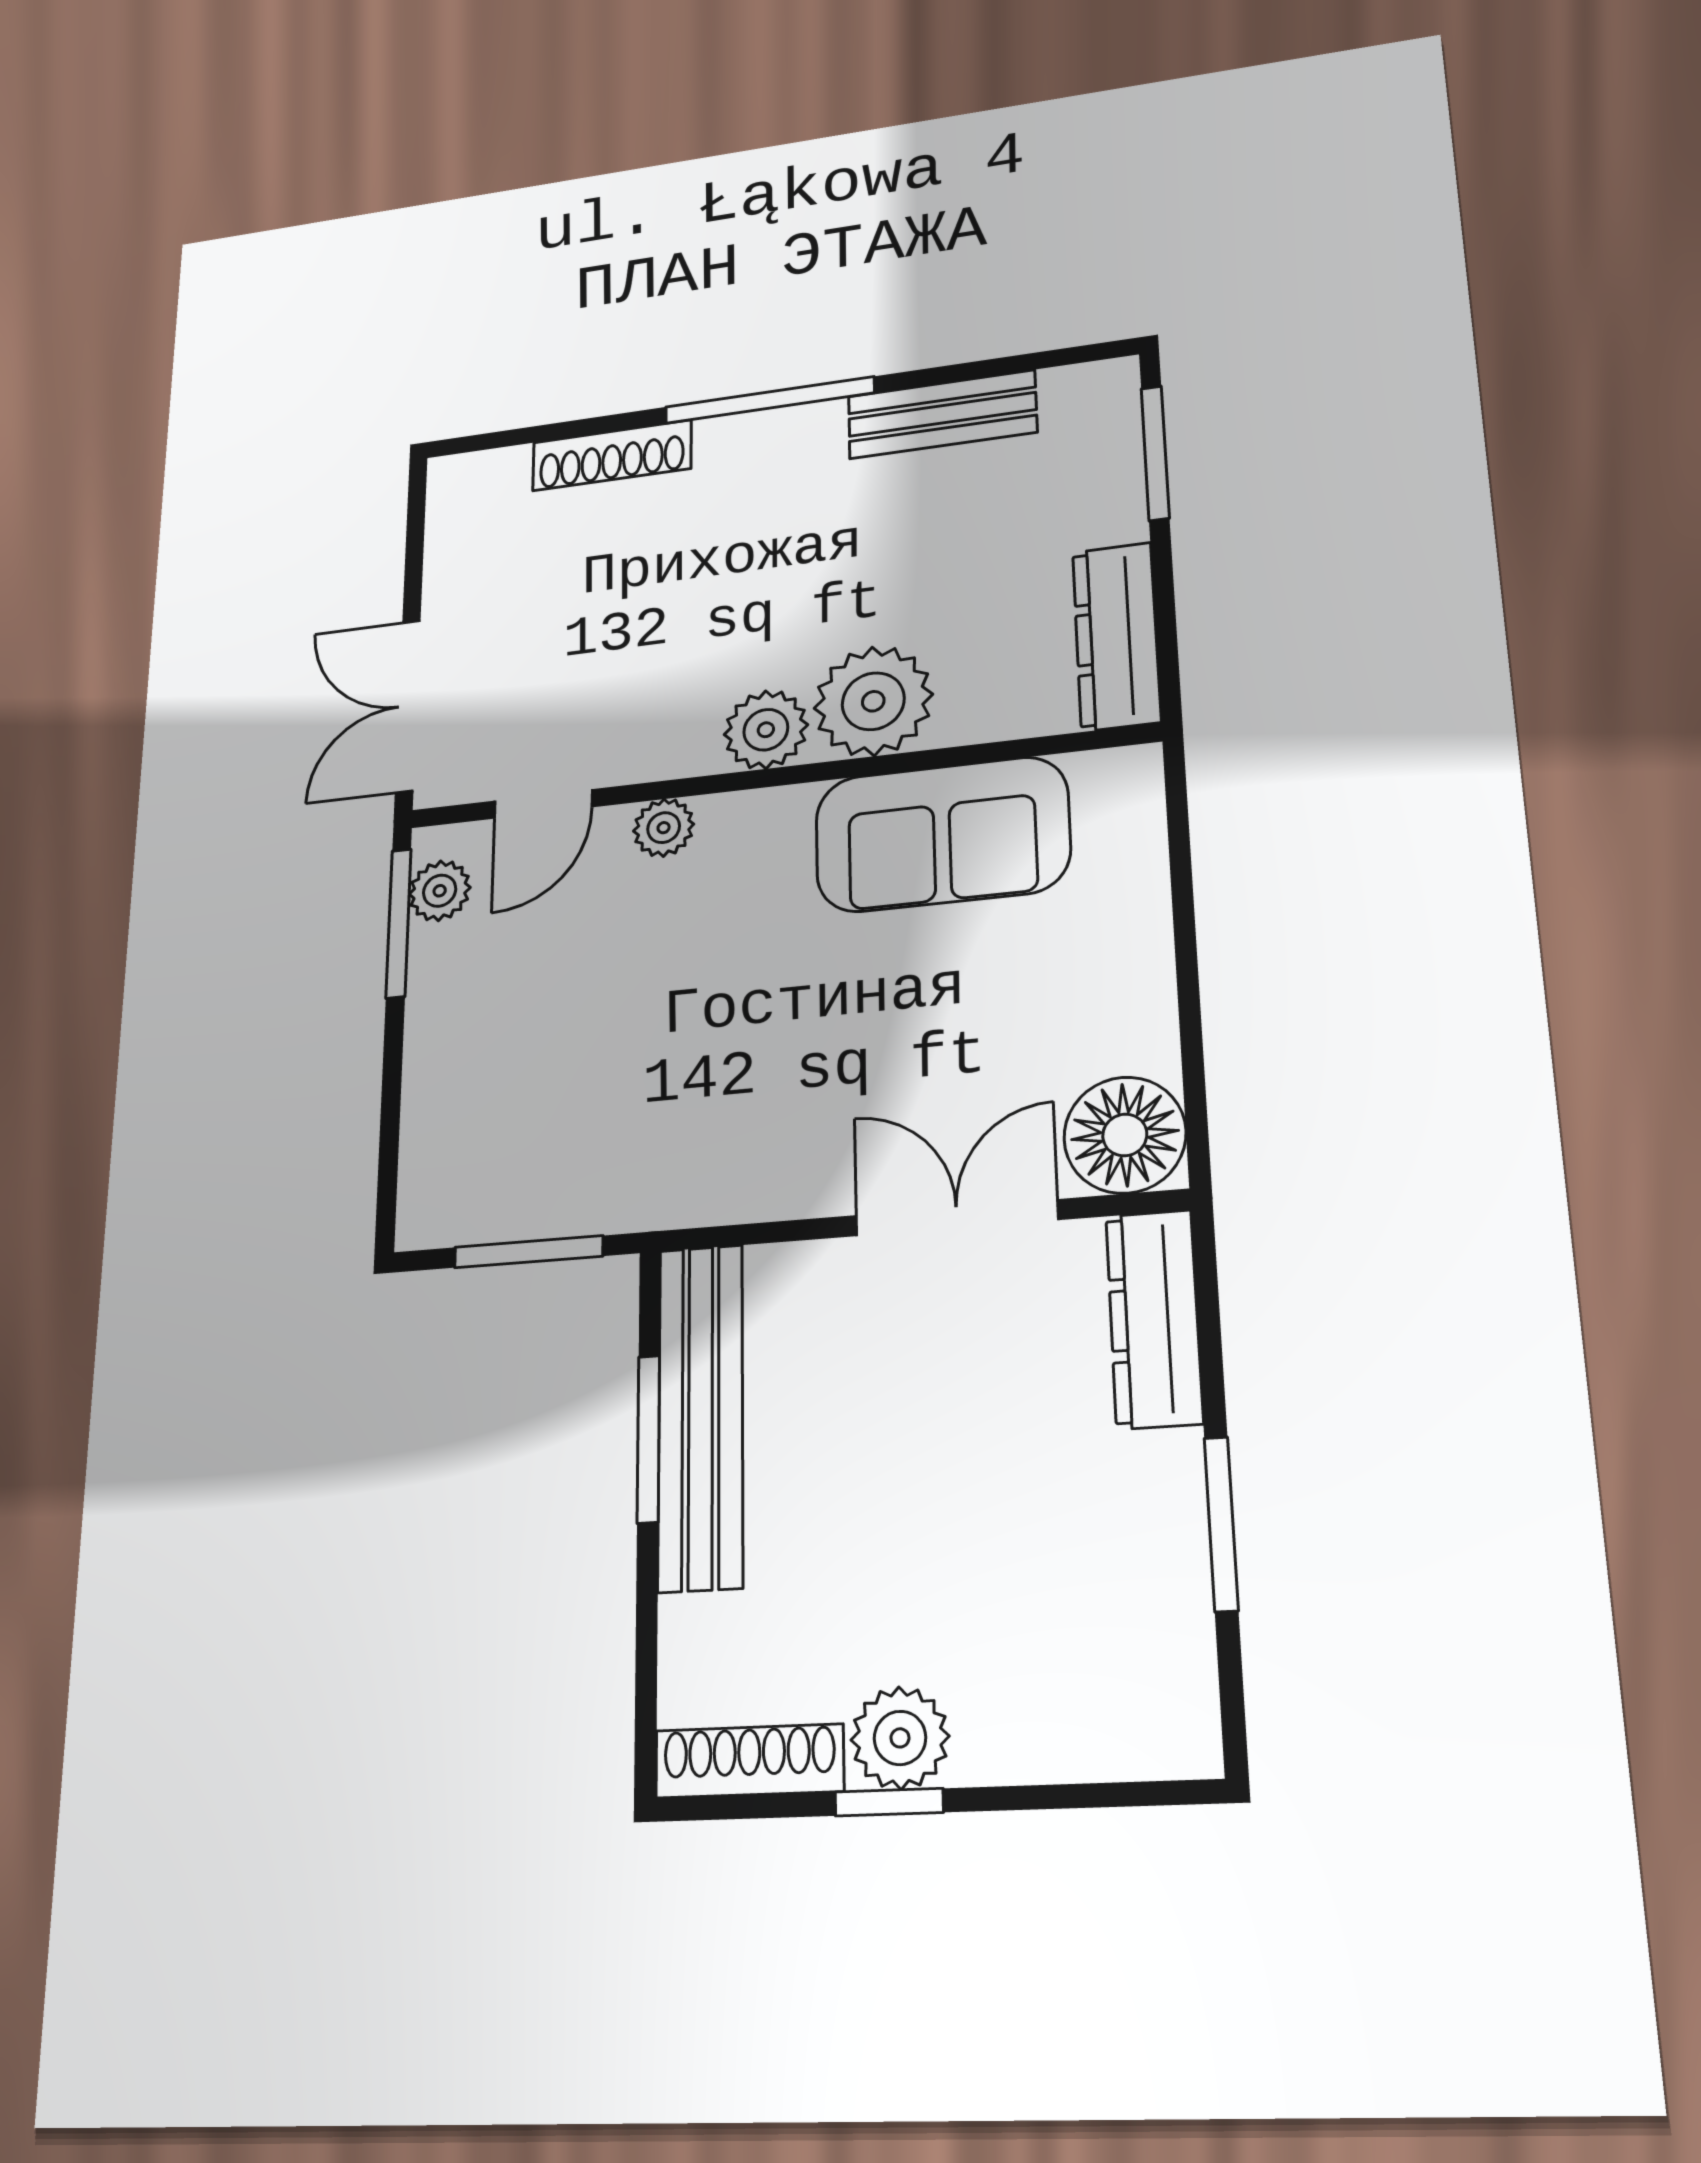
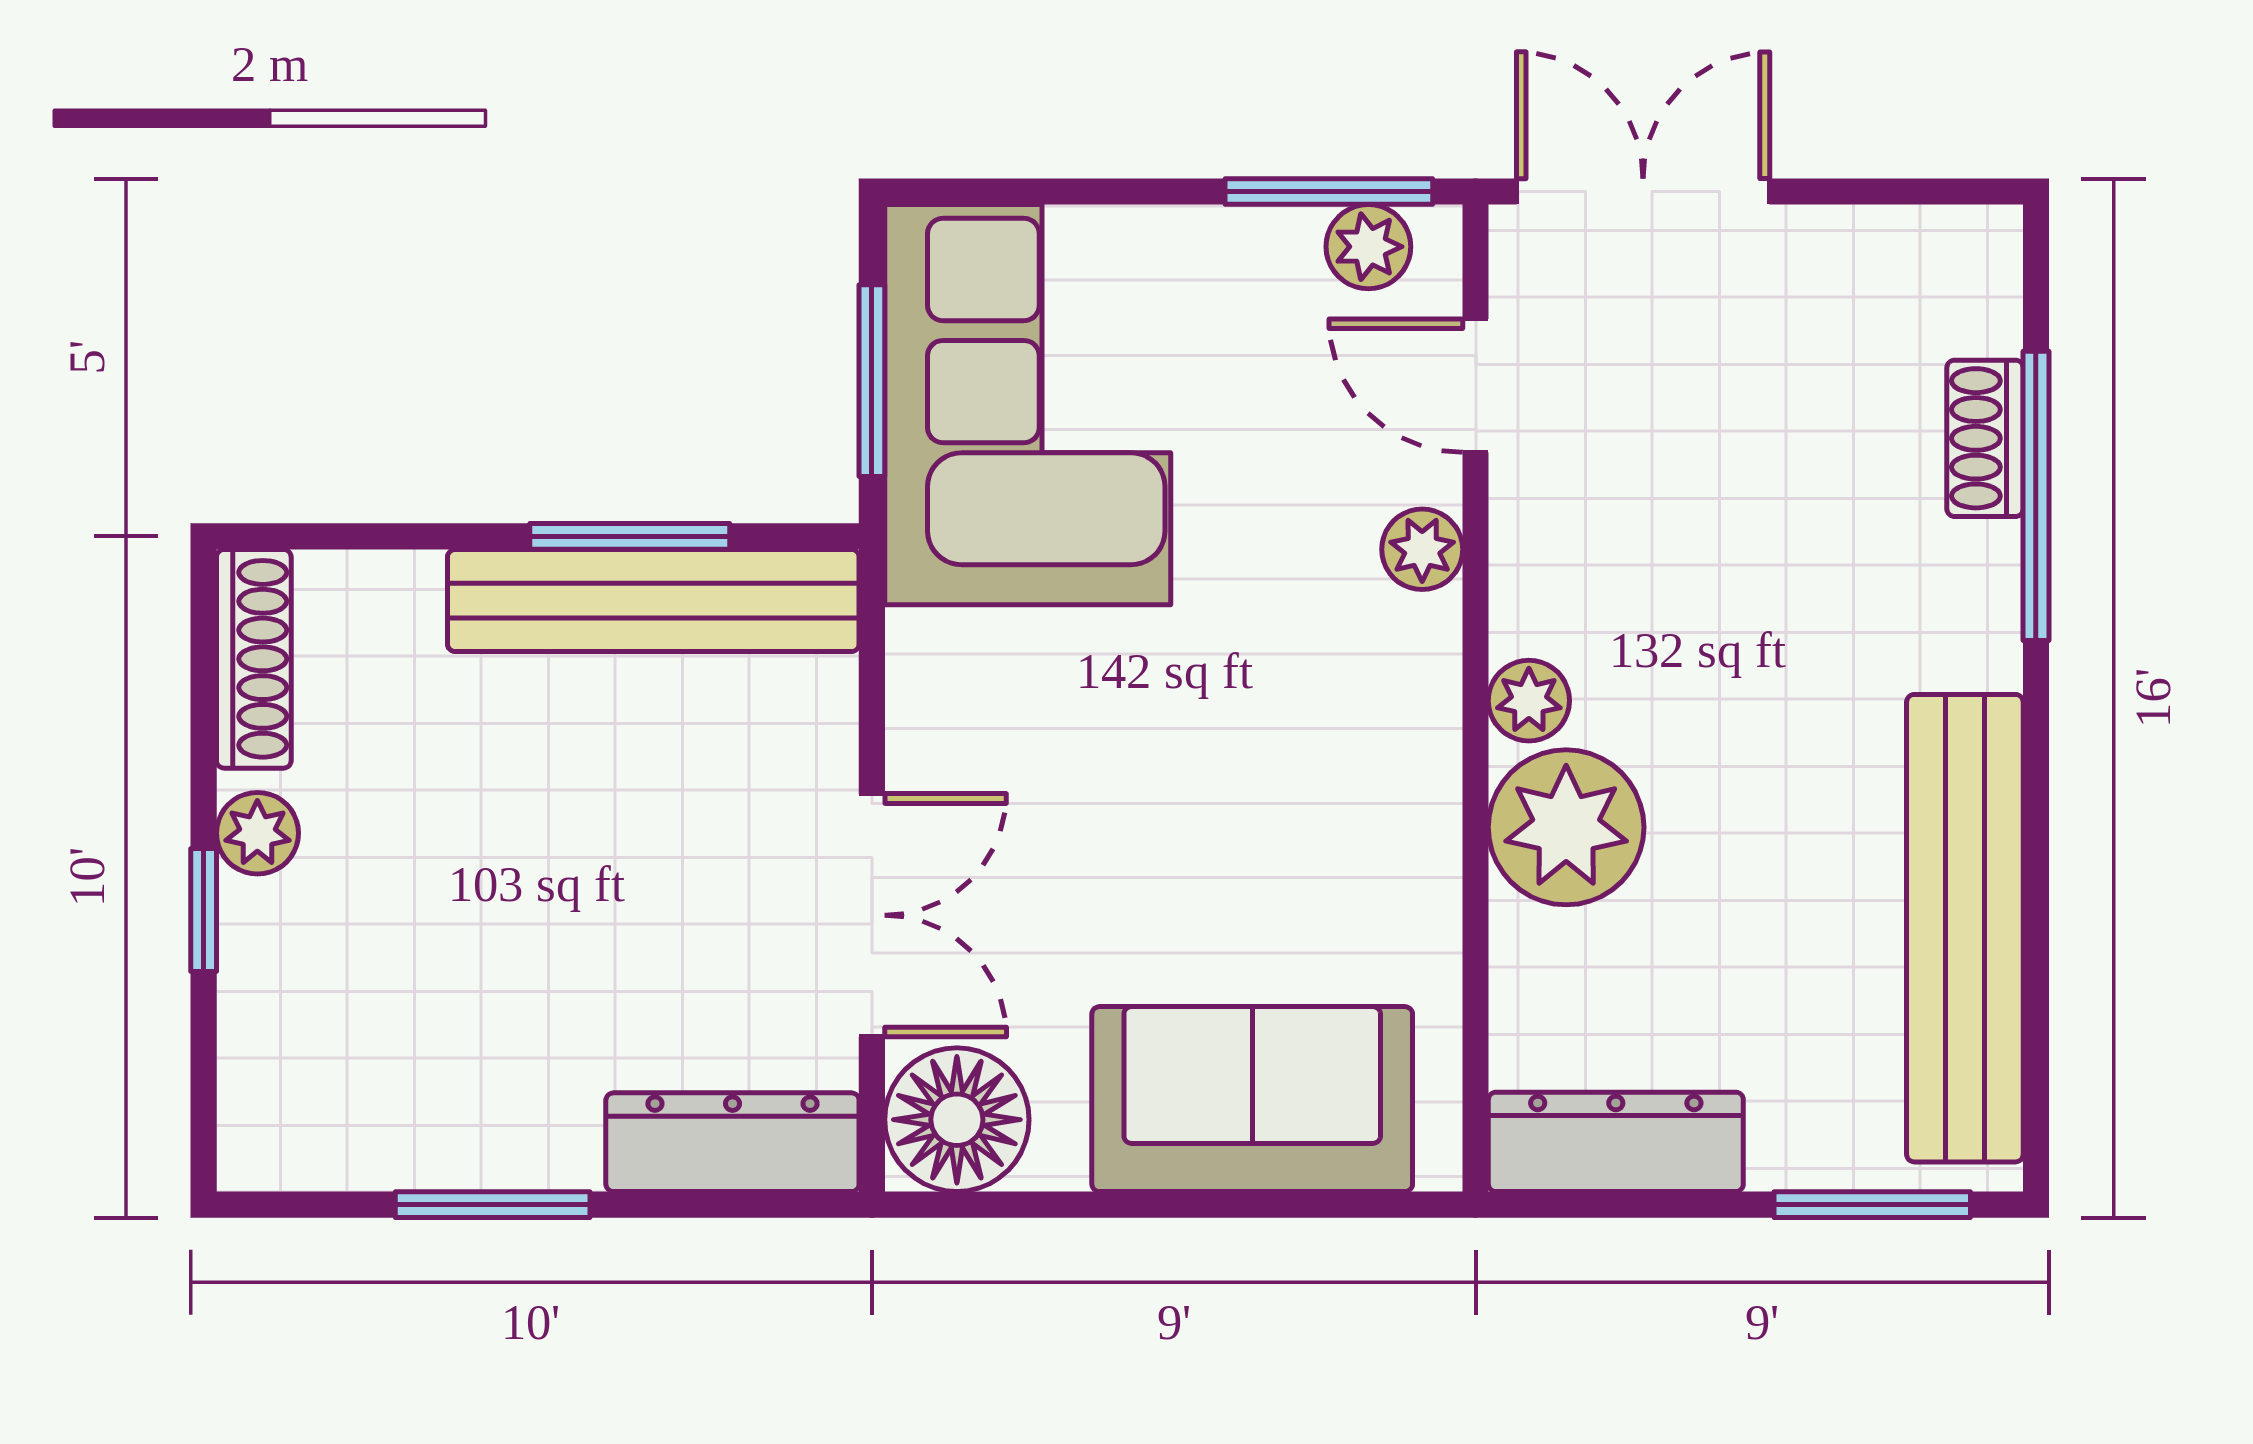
window: (769, 400) -> (2036, 496), moved
bench: (942, 414) -> (1965, 928), width x1.86, depth x1.21
shoe rack: (612, 455) -> (1985, 438), width x0.70
plant: (766, 730) -> (1529, 701), width x0.73, depth x0.73
sofa: (942, 834) -> (1252, 1099), moved, turned 90
corner sofa: (550, 1129) -> (1028, 405), added
plant: (900, 1738) -> (257, 833), width x0.73, depth x0.73
window: (889, 1802) -> (204, 910), moved

